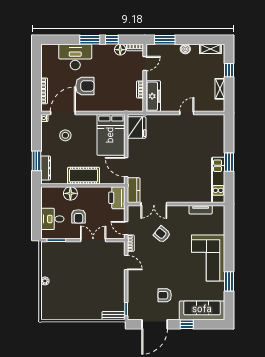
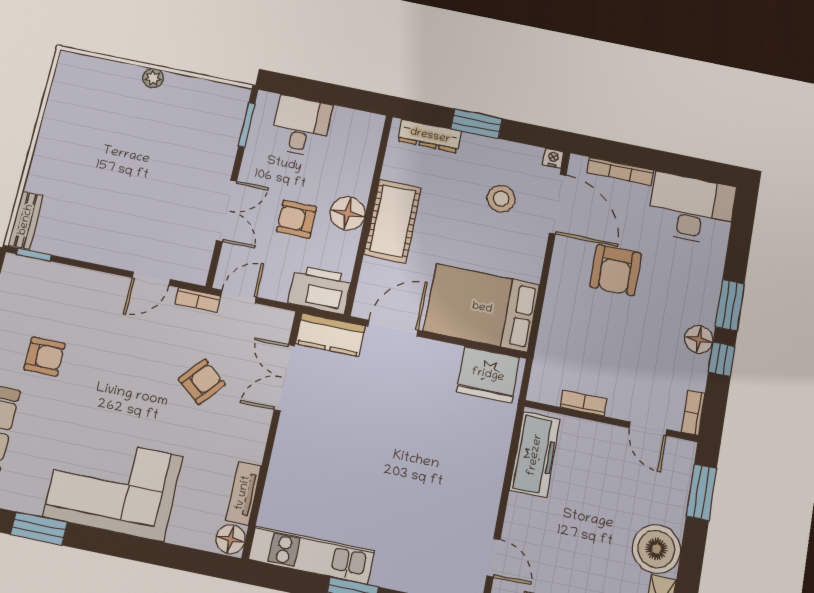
boiler: (185, 49) -> (656, 549), width x1.86, depth x1.86
floor lamp: (120, 50) -> (699, 339), moved
desk: (75, 57) -> (691, 209), moved, turned -90
freezer: (153, 96) -> (535, 455), moved, turned -90
door: (187, 113) -> (493, 558), moved
window: (36, 161) -> (477, 124), moved
floor lamp: (70, 193) -> (348, 213), moved
floor lamp: (218, 211) -> (231, 539), added
armchair: (78, 216) -> (296, 219), moved
armchair: (165, 295) -> (45, 357), turned 90

